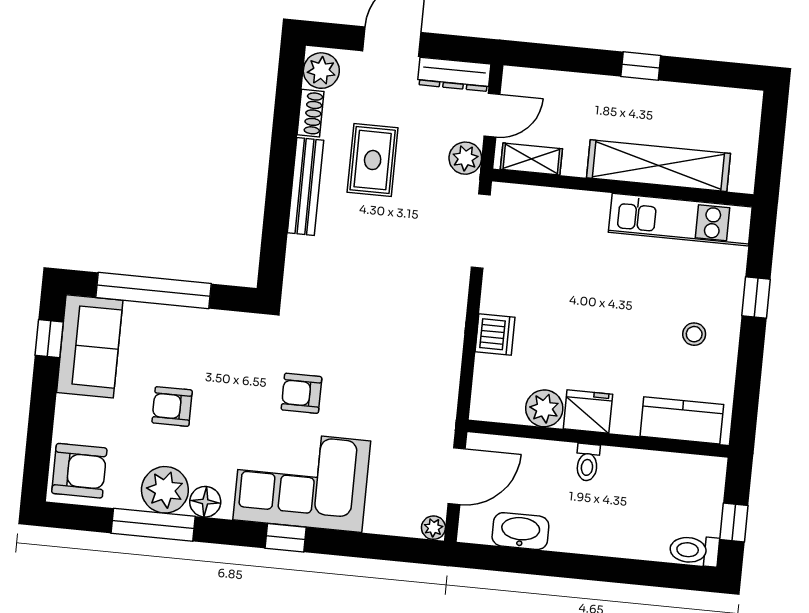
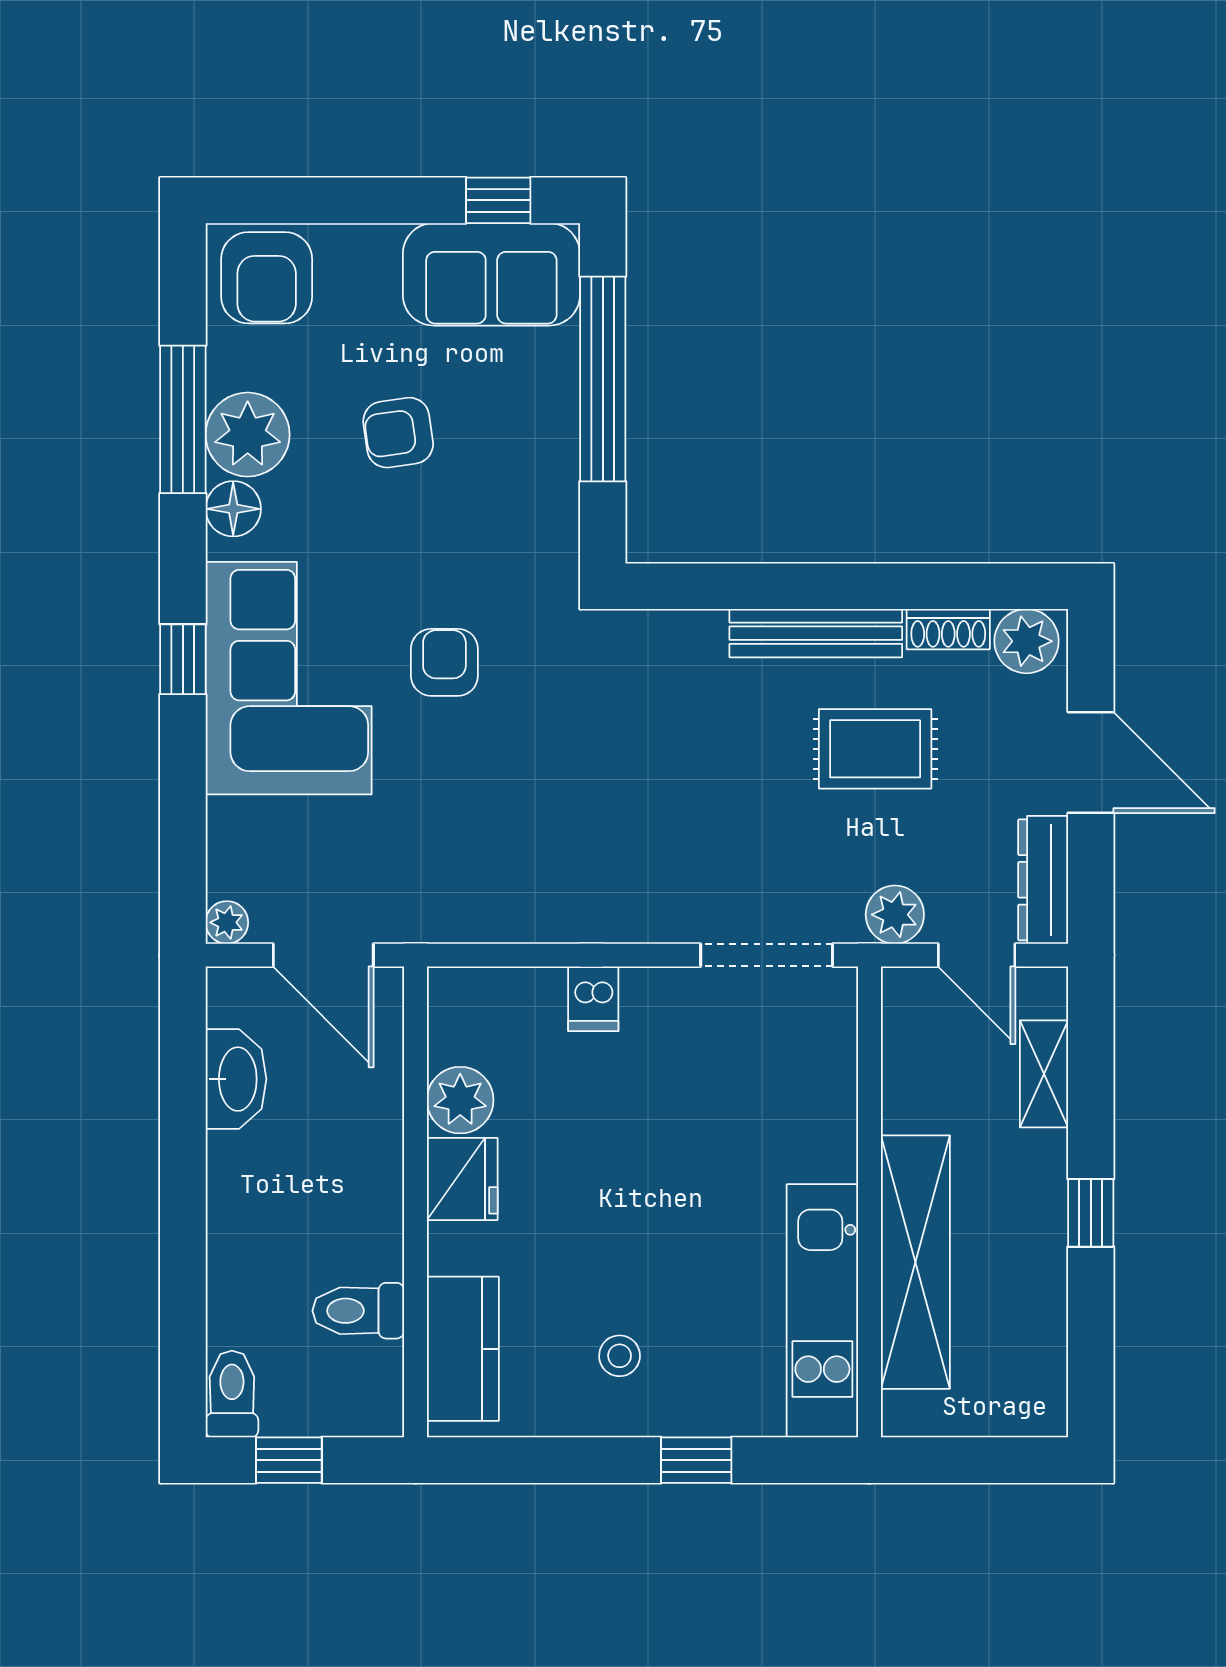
shelving: (531, 159) -> (1044, 1074), moved
dishwasher: (495, 335) -> (593, 999), width x0.73
armchair: (172, 406) -> (398, 433), turned -98
toilet: (587, 462) -> (358, 1311), moved, width x1.37, depth x1.39

